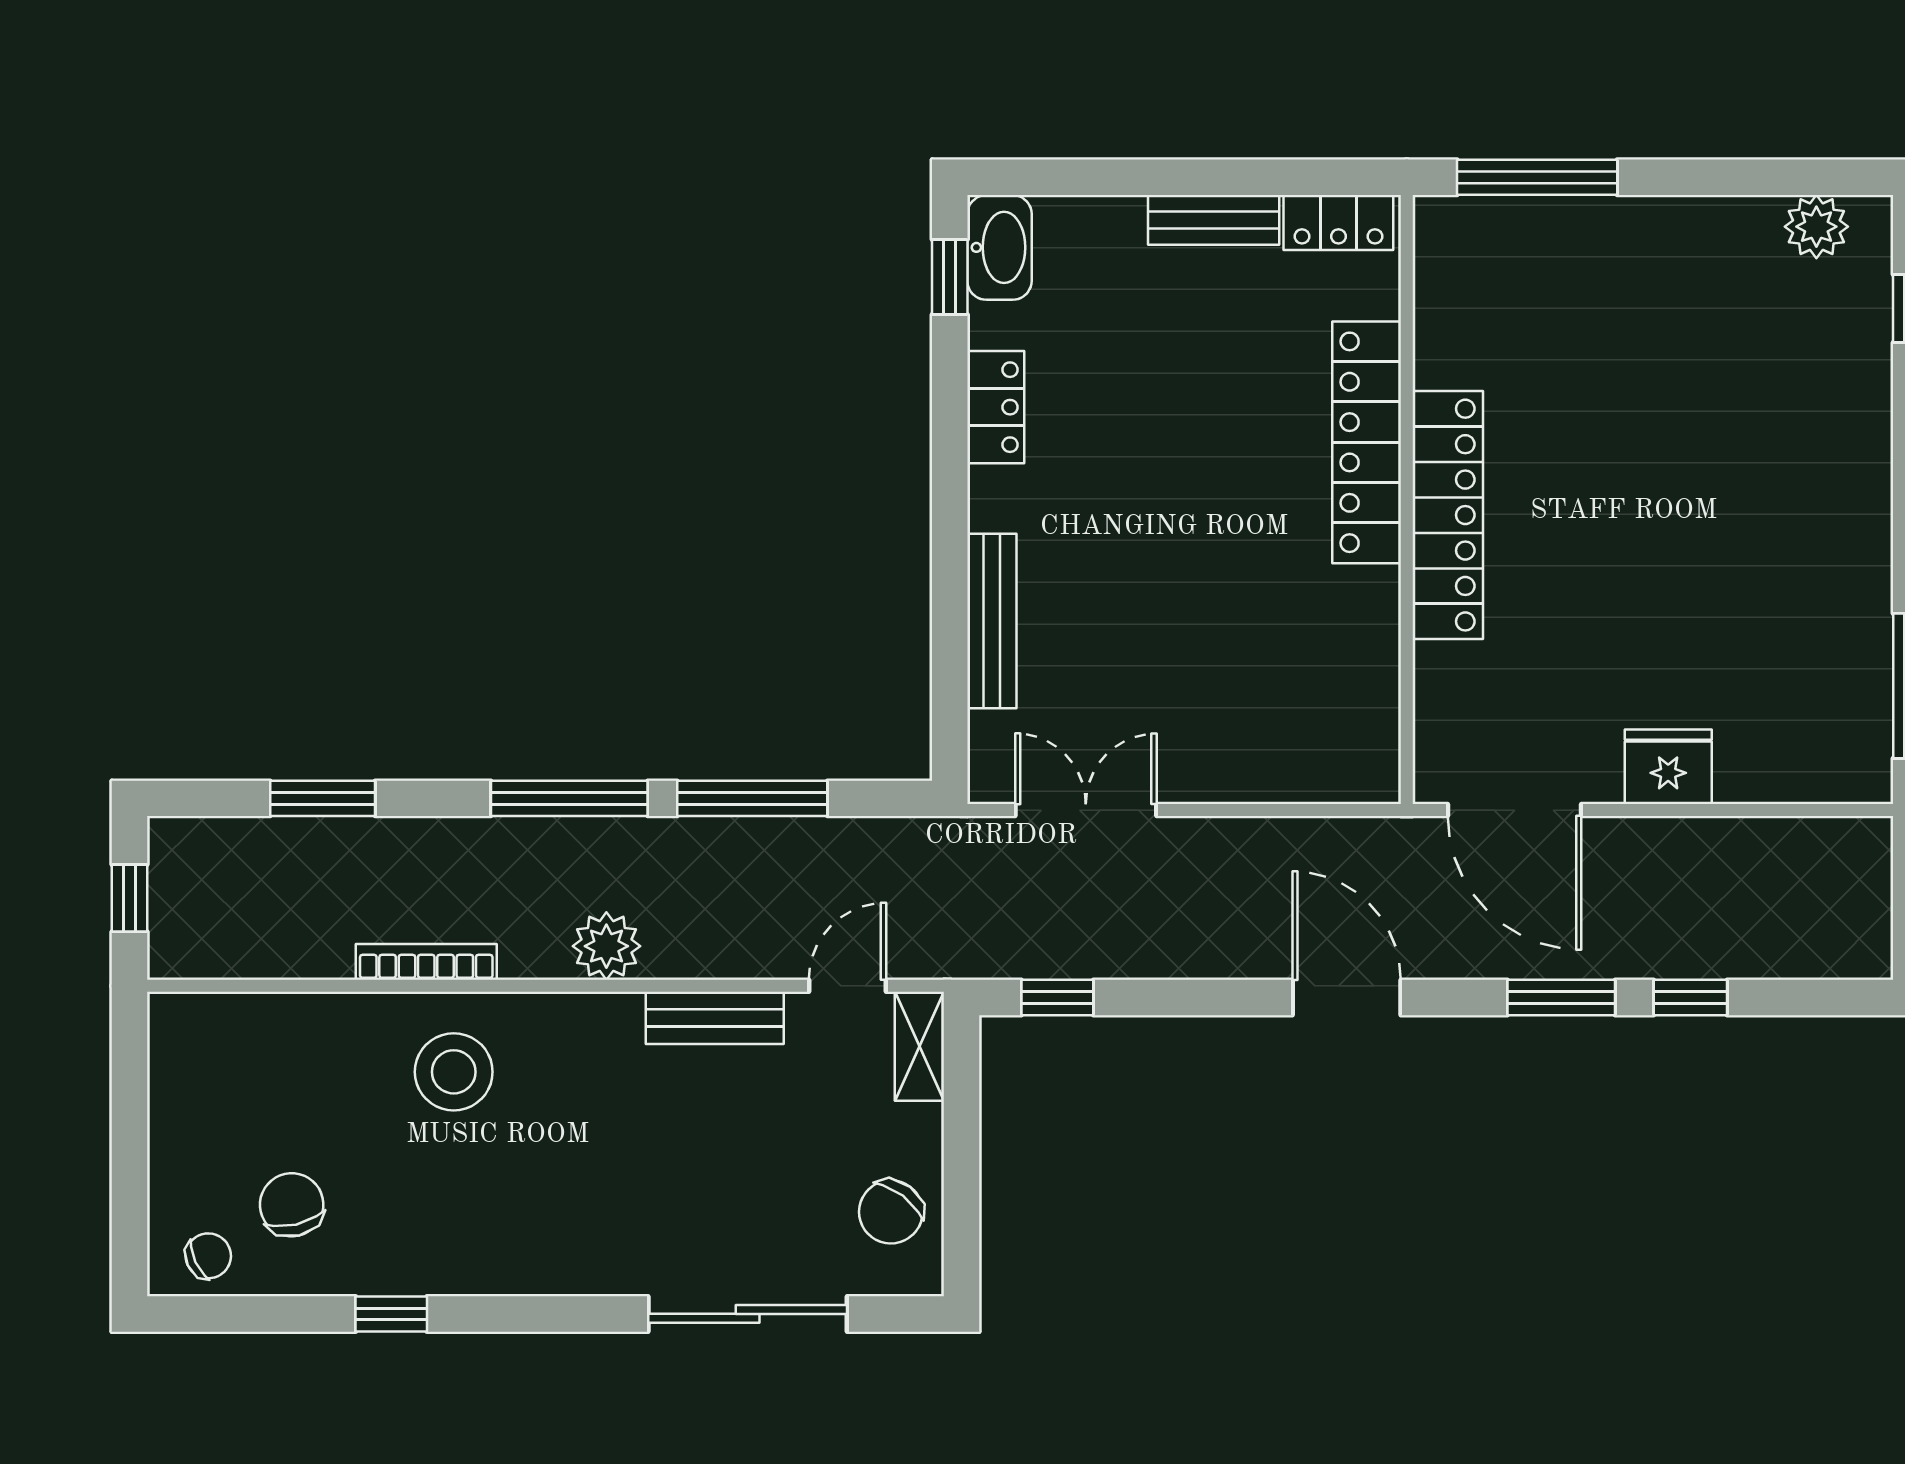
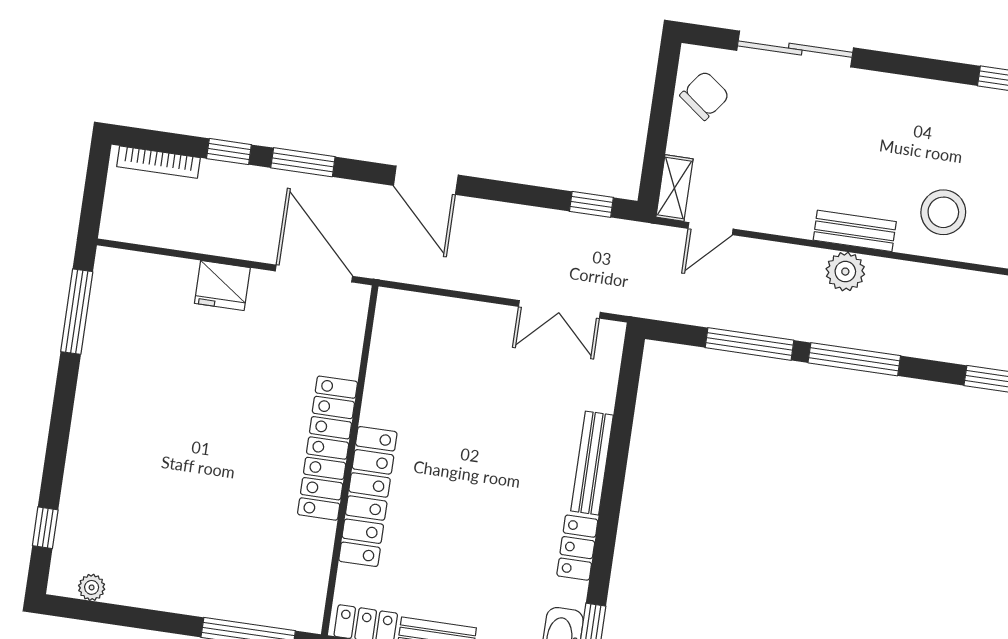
plant: (1816, 227) -> (92, 587), width x0.73, depth x0.73
bench: (992, 621) -> (592, 463), moved
bookcase: (426, 962) -> (159, 162), moved
bench: (715, 1018) -> (855, 231), moved

